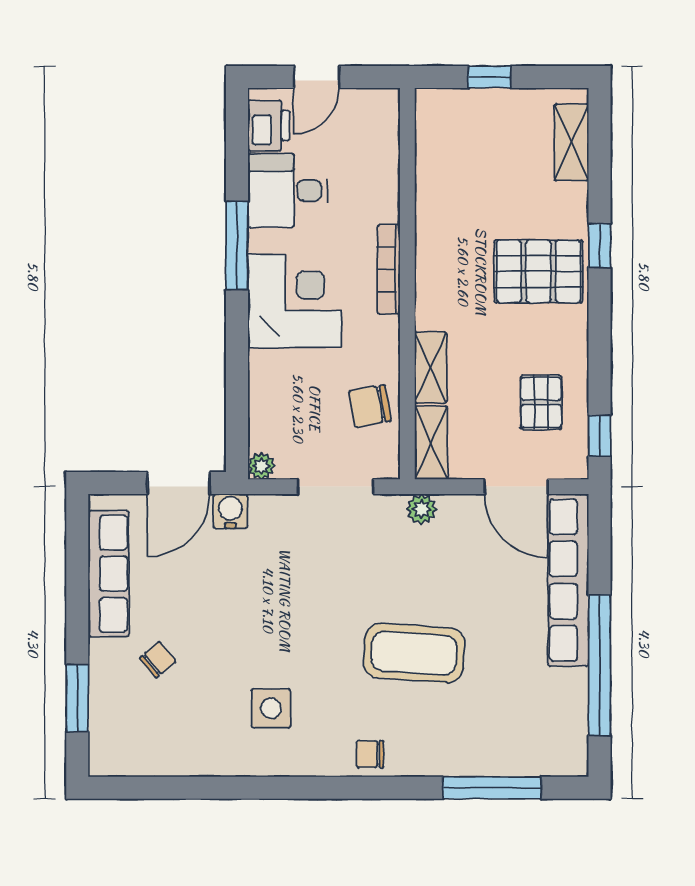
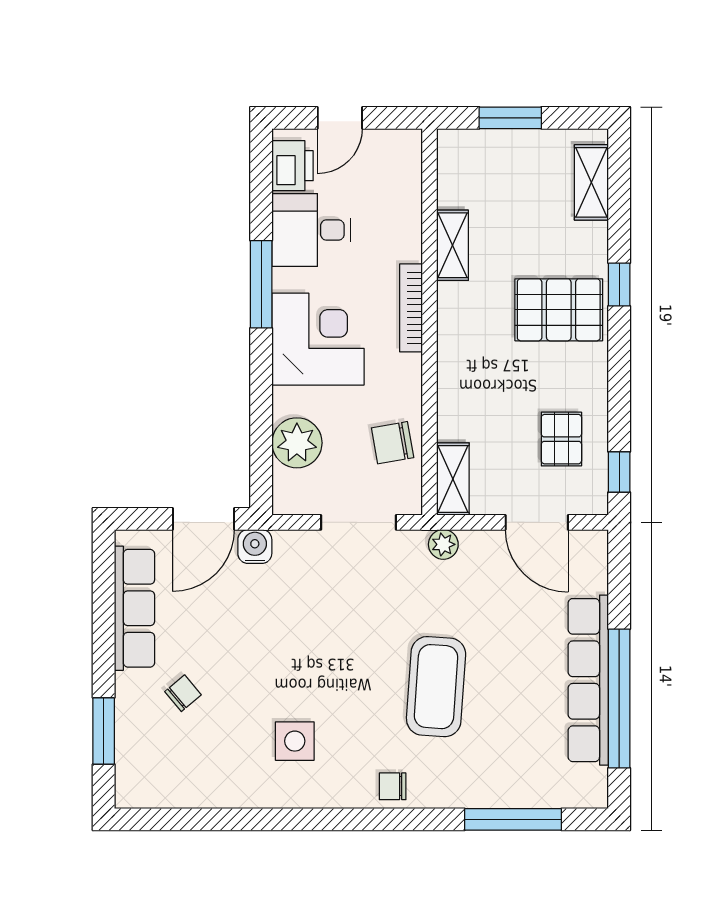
window: (489, 77) -> (510, 118), width x1.50
shelving: (431, 368) -> (452, 245), moved
plant: (261, 466) -> (297, 443), moved, width x1.87, depth x1.87
row of seats: (568, 580) -> (588, 680), moved
coffee table: (414, 653) -> (436, 687), turned 90

